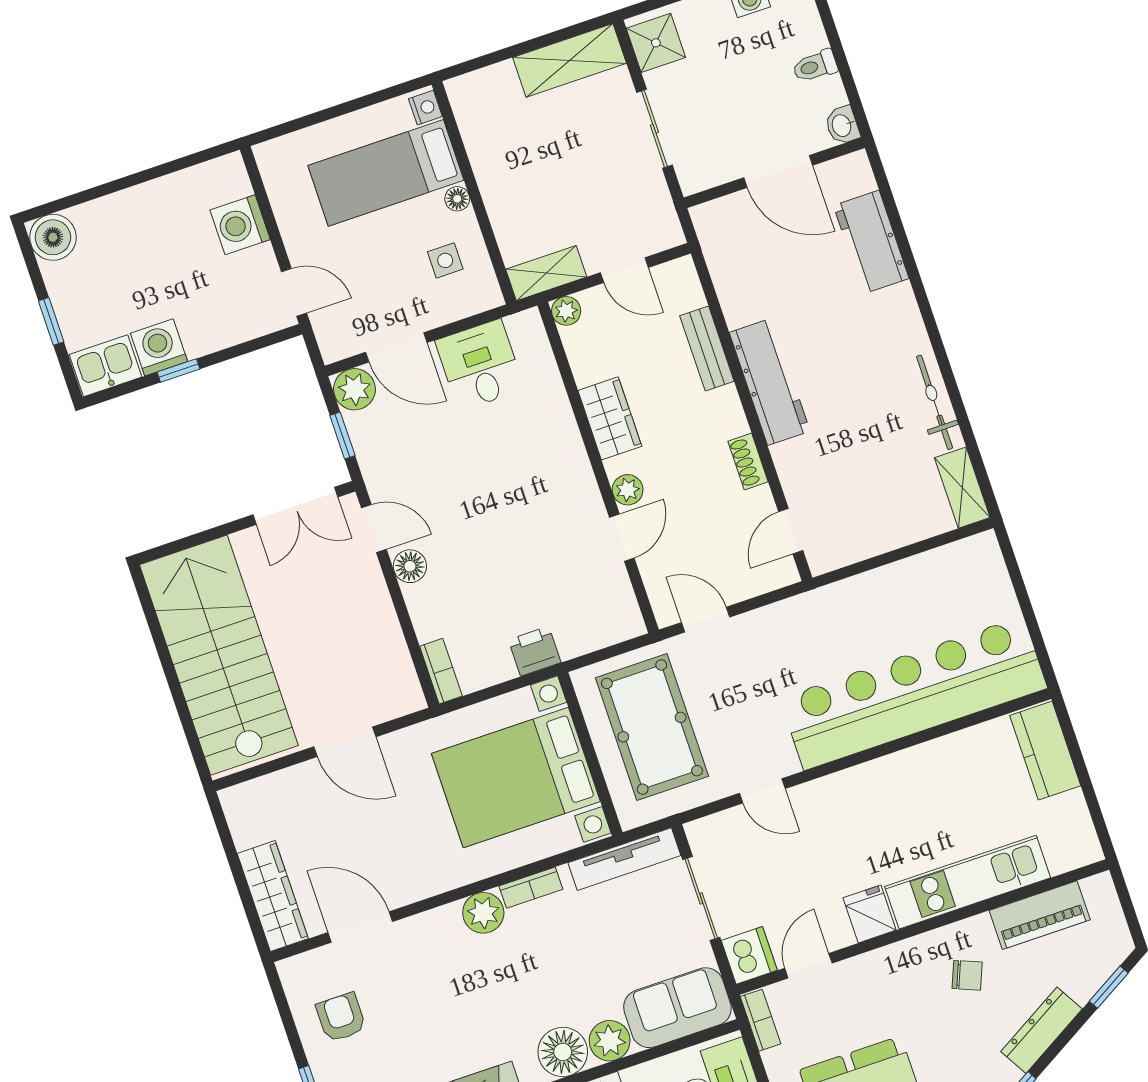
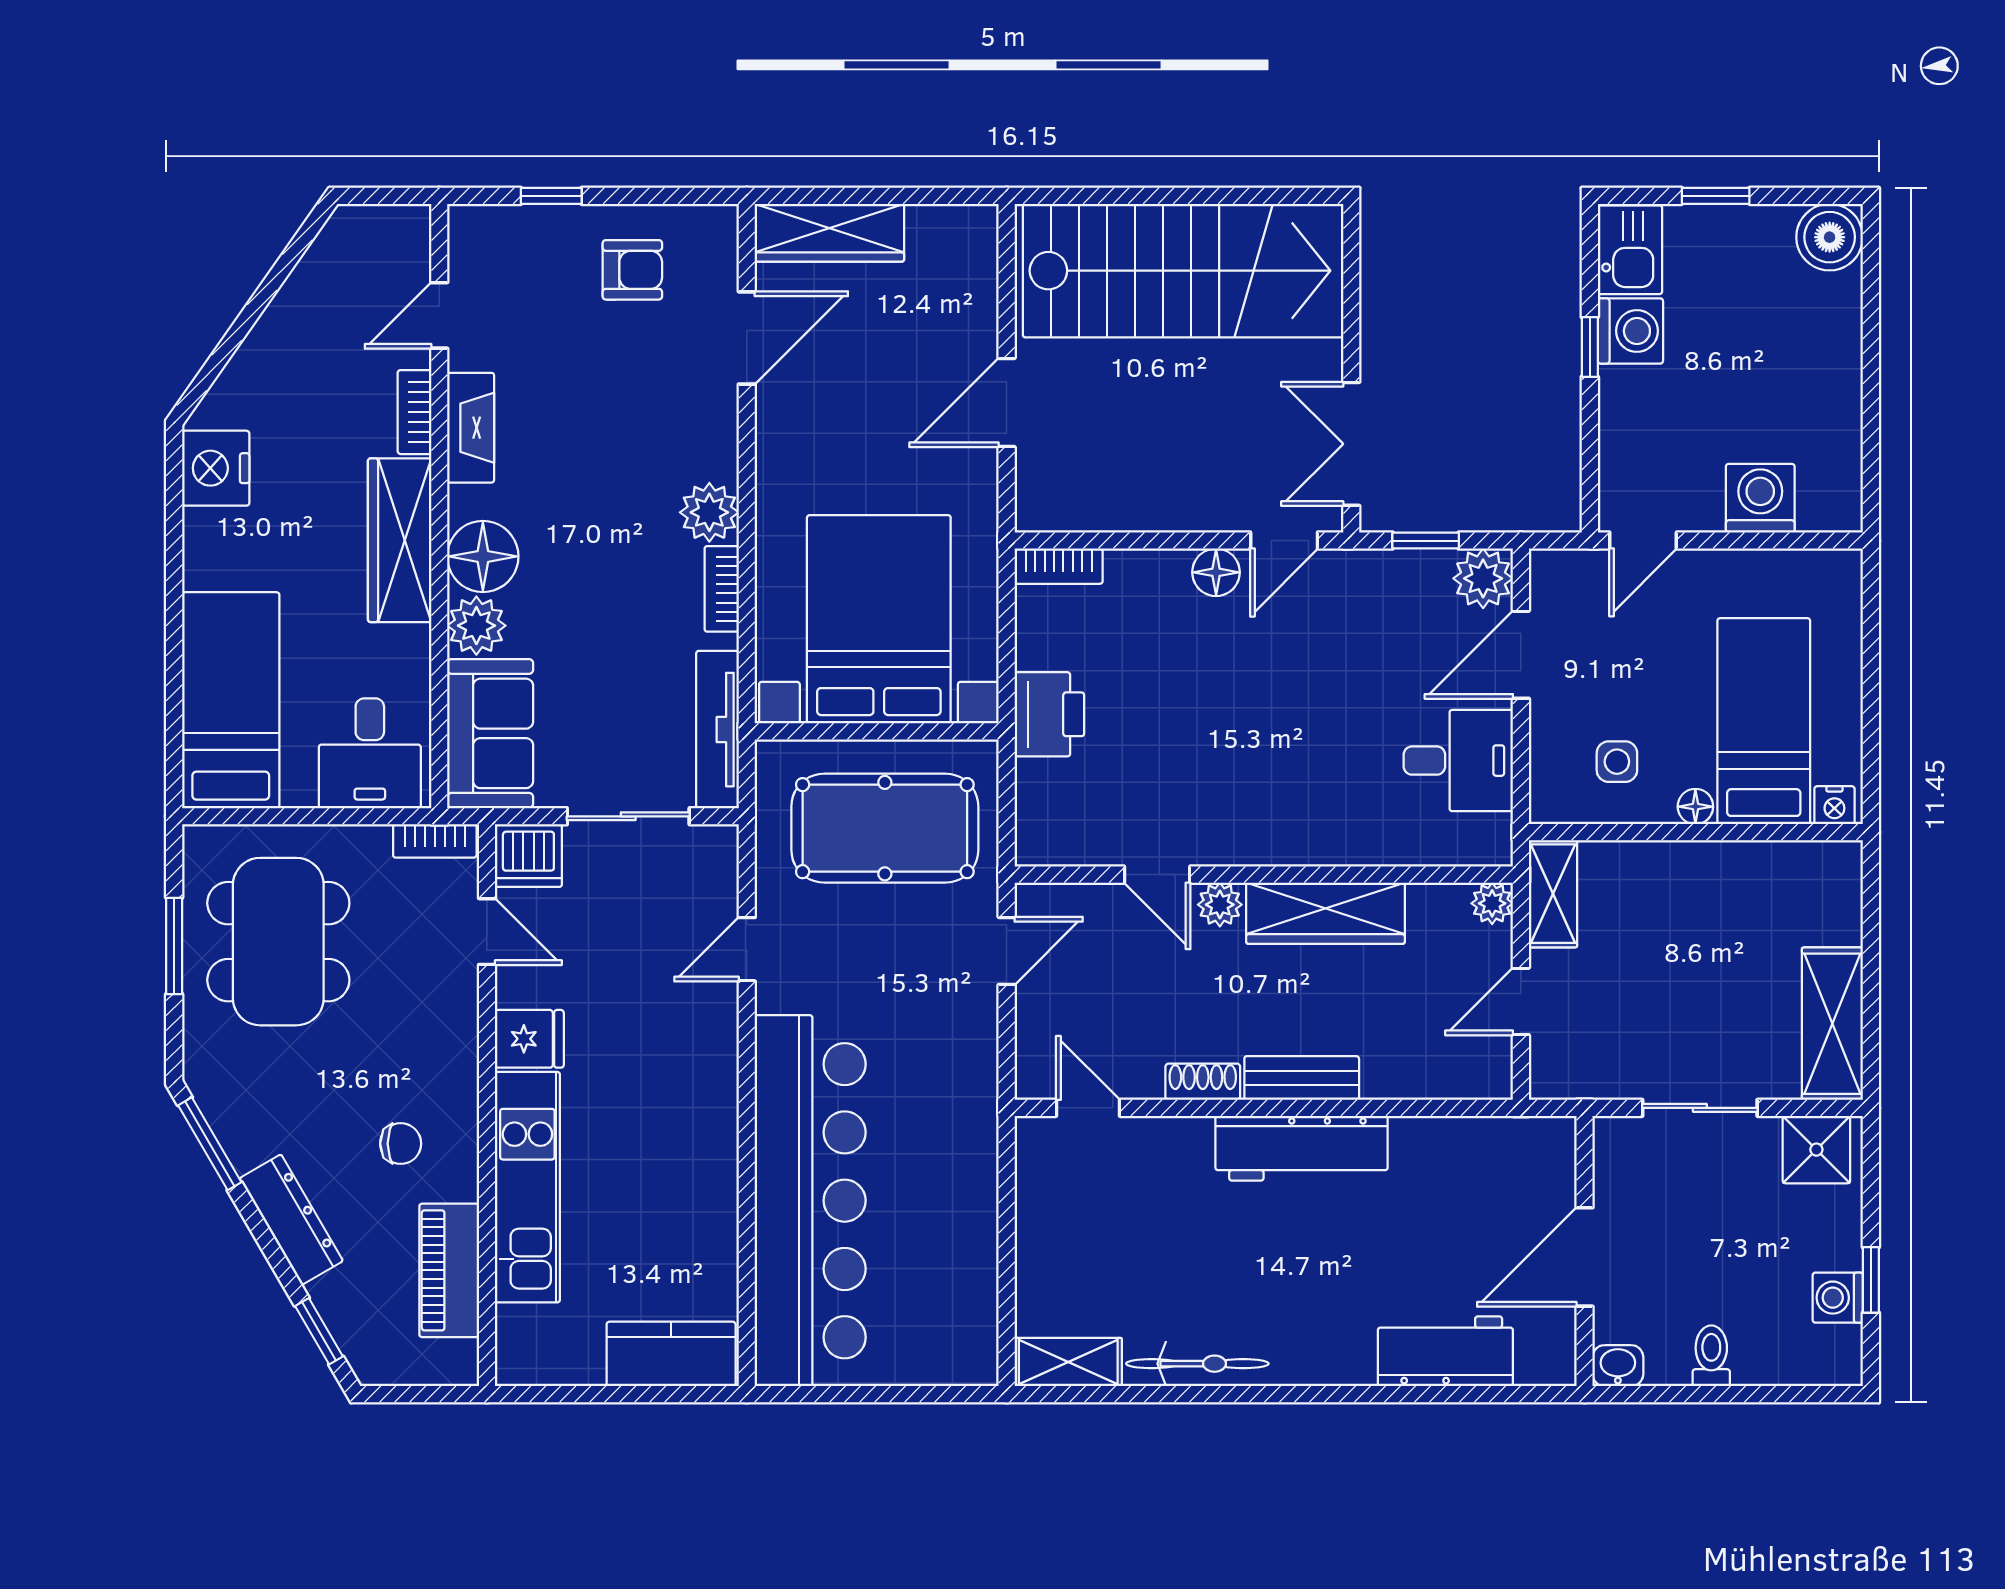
bench: (707, 349) -> (1302, 1078), moved
wardrobe: (610, 418) -> (1325, 913), width x1.50
printer: (535, 651) -> (1049, 714), width x1.36, depth x1.24
chair: (967, 975) -> (401, 1144), turned -112

